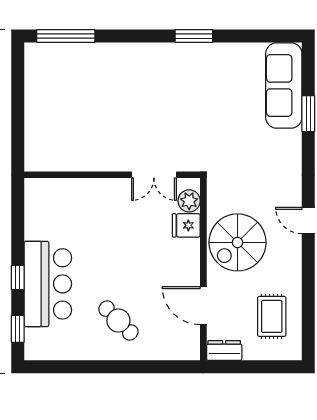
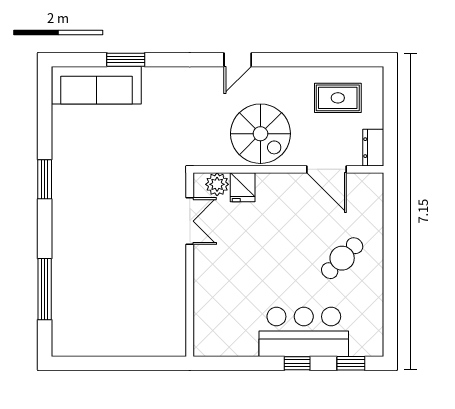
window: (66, 36) -> (45, 289), moved
door: (203, 306) -> (327, 169), hinge flipped

